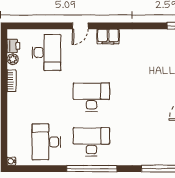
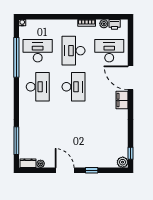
door: (80, 26) -> (131, 78), width x1.87
desk: (46, 53) -> (109, 51), turned 180
desk: (46, 97) -> (73, 51), added
window: (92, 169) -> (16, 57), moved

